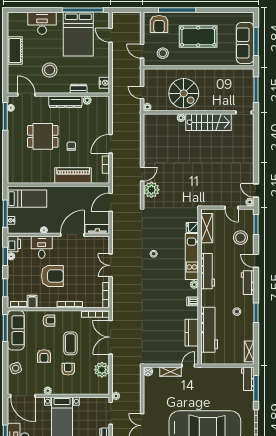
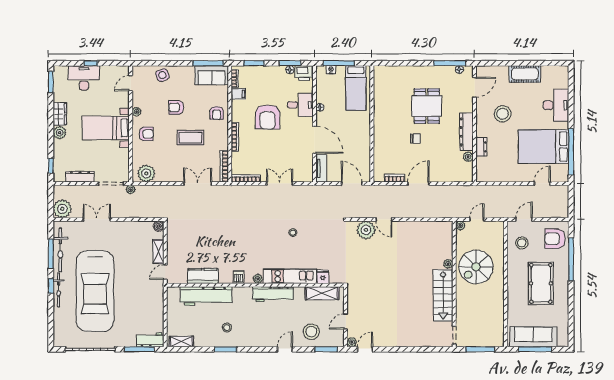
nightstand: (104, 83) -> (488, 176), removed
door: (111, 144) -> (418, 184), hinge flipped
piano: (73, 175) -> (382, 141), removed
workbench: (248, 283) -> (260, 340), removed
sofa: (16, 330) -> (212, 75), width x0.73
double door: (111, 337) -> (198, 184), width x0.73
door: (188, 366) -> (165, 272), swing flipped
armchair: (68, 369) -> (146, 134), moved
plant: (102, 370) -> (146, 173), moved
door: (23, 396) -> (131, 83), width x0.53

